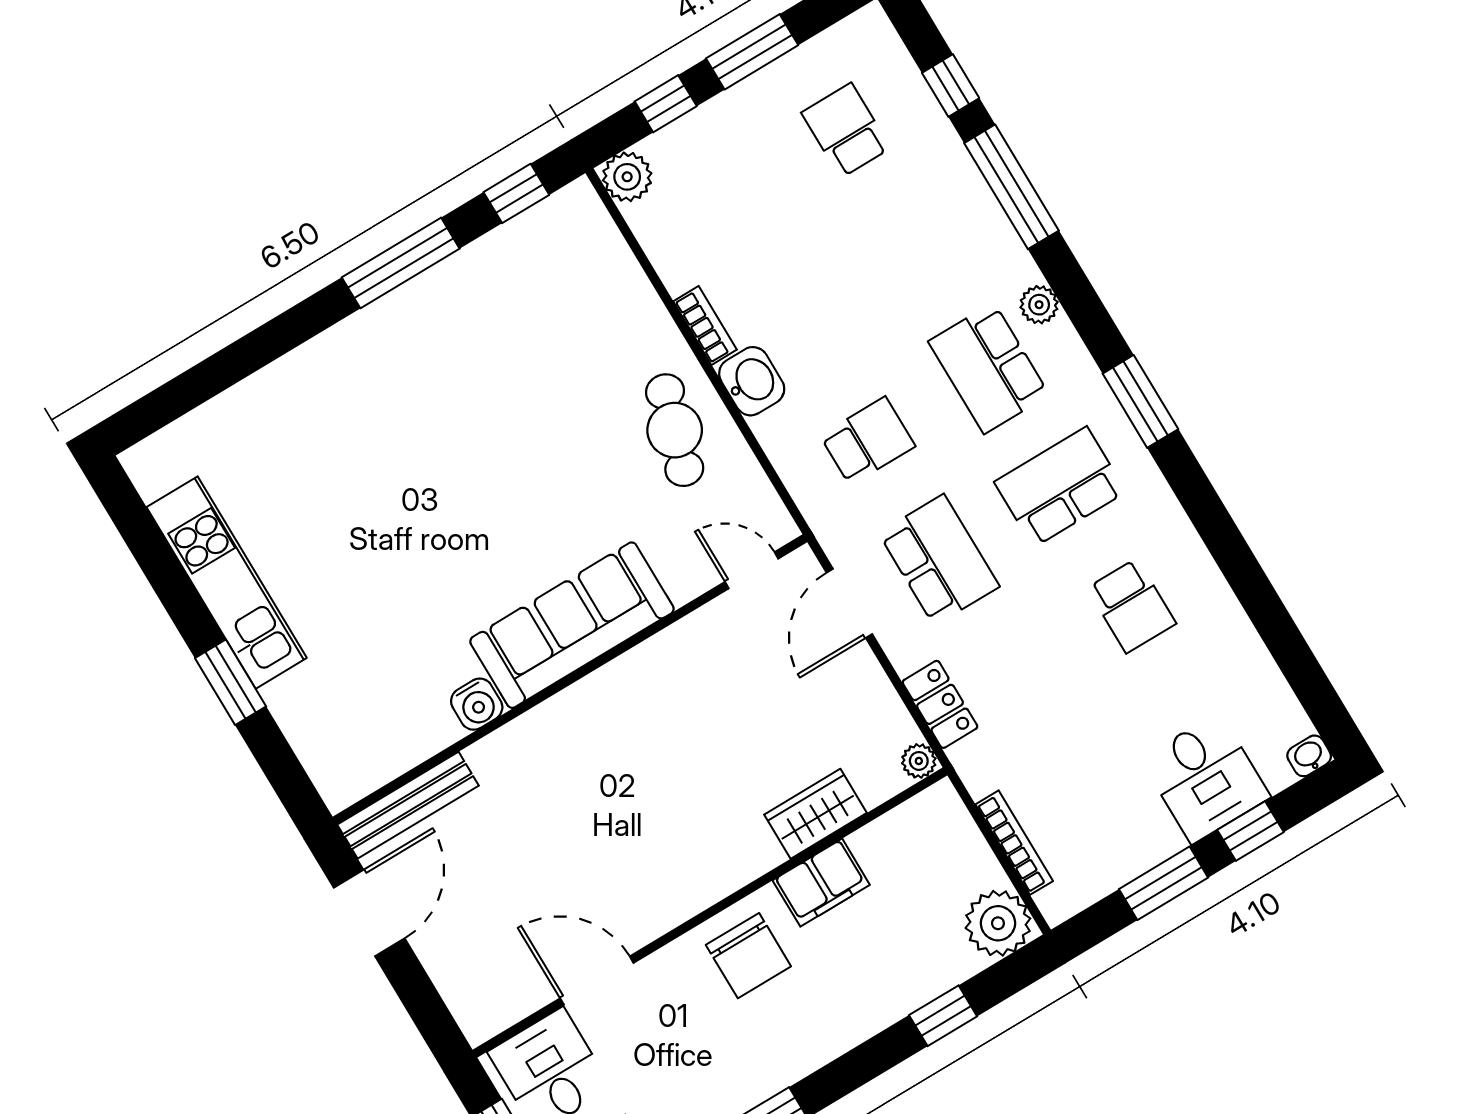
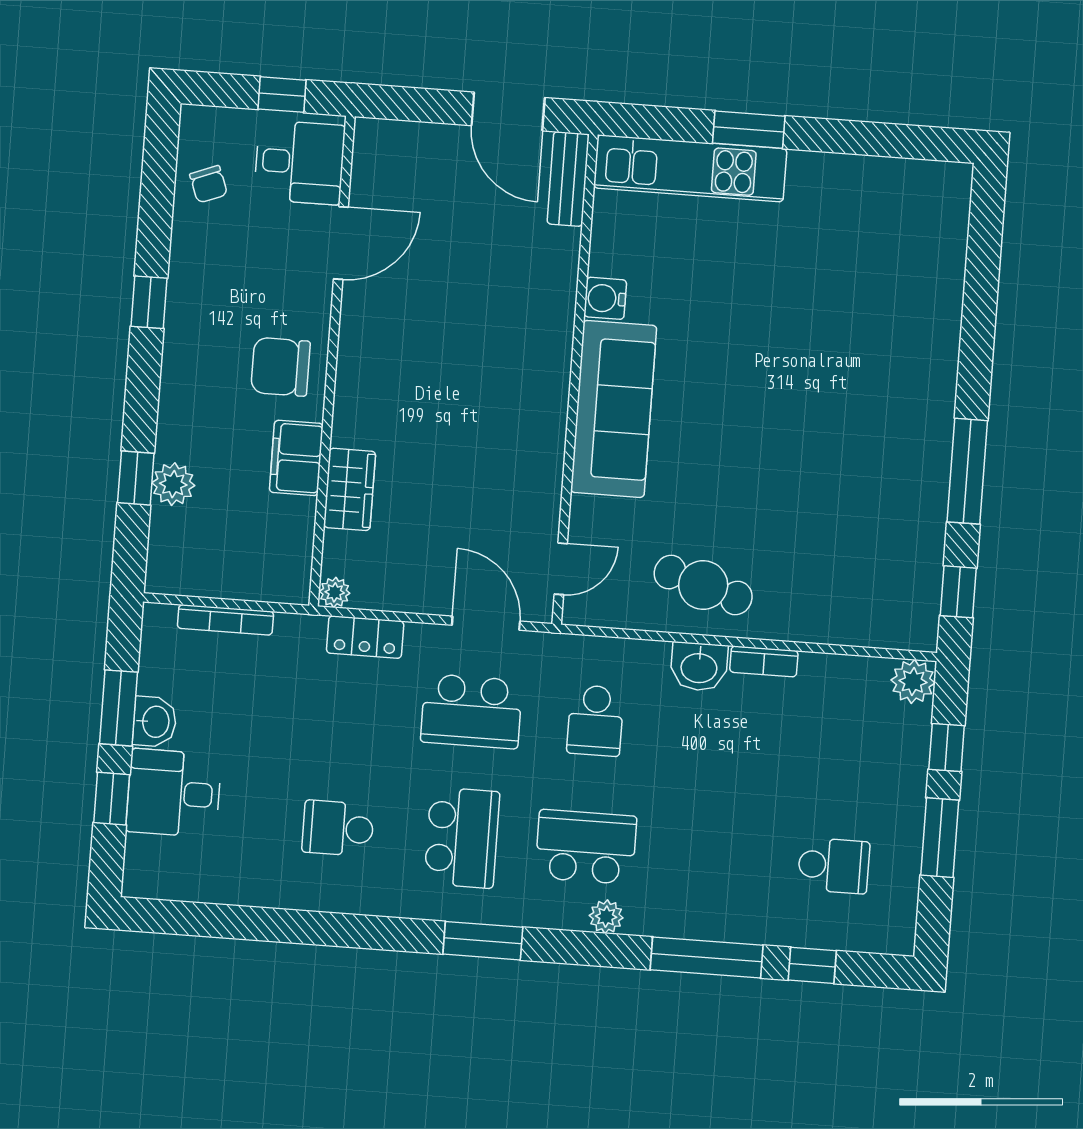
kitchen unit: (227, 583) -> (690, 168), moved
washbasin: (1309, 756) -> (155, 722), moved, width x1.38, depth x1.45
bench: (408, 805) -> (568, 179), width x0.73
plant: (998, 923) -> (173, 484), moved, width x0.73, depth x0.73

